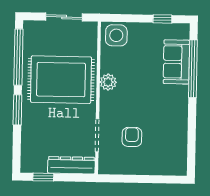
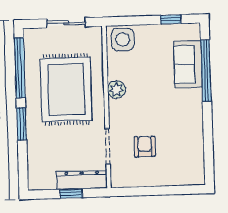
rug: (61, 80) -> (66, 89), turned 90
window: (43, 177) -> (71, 193), moved

